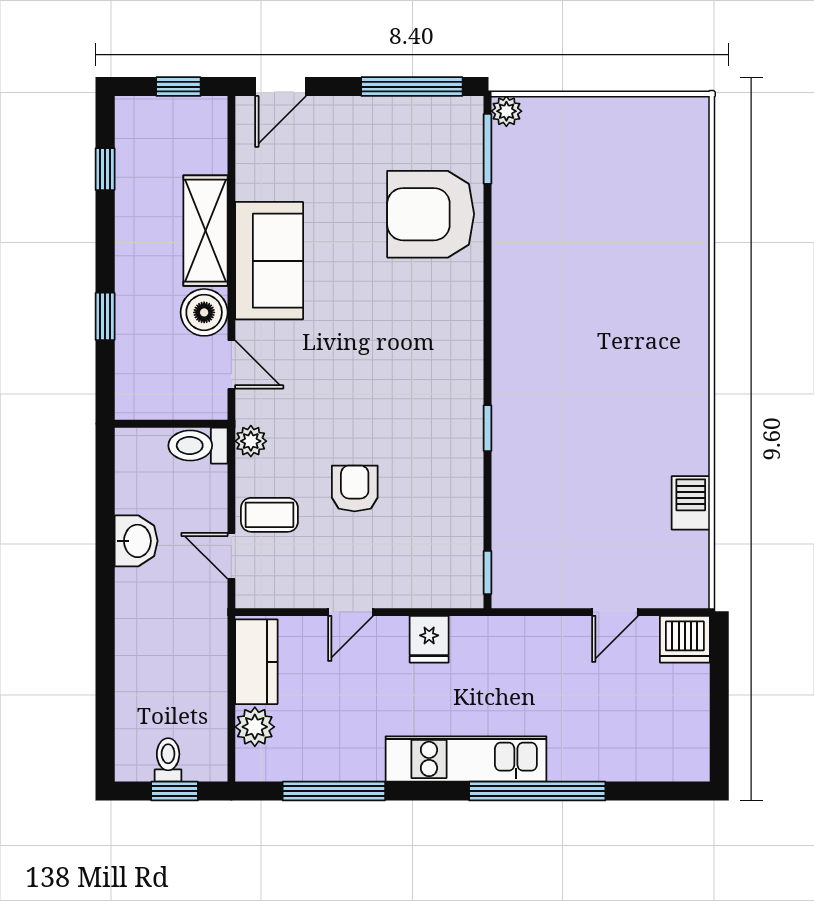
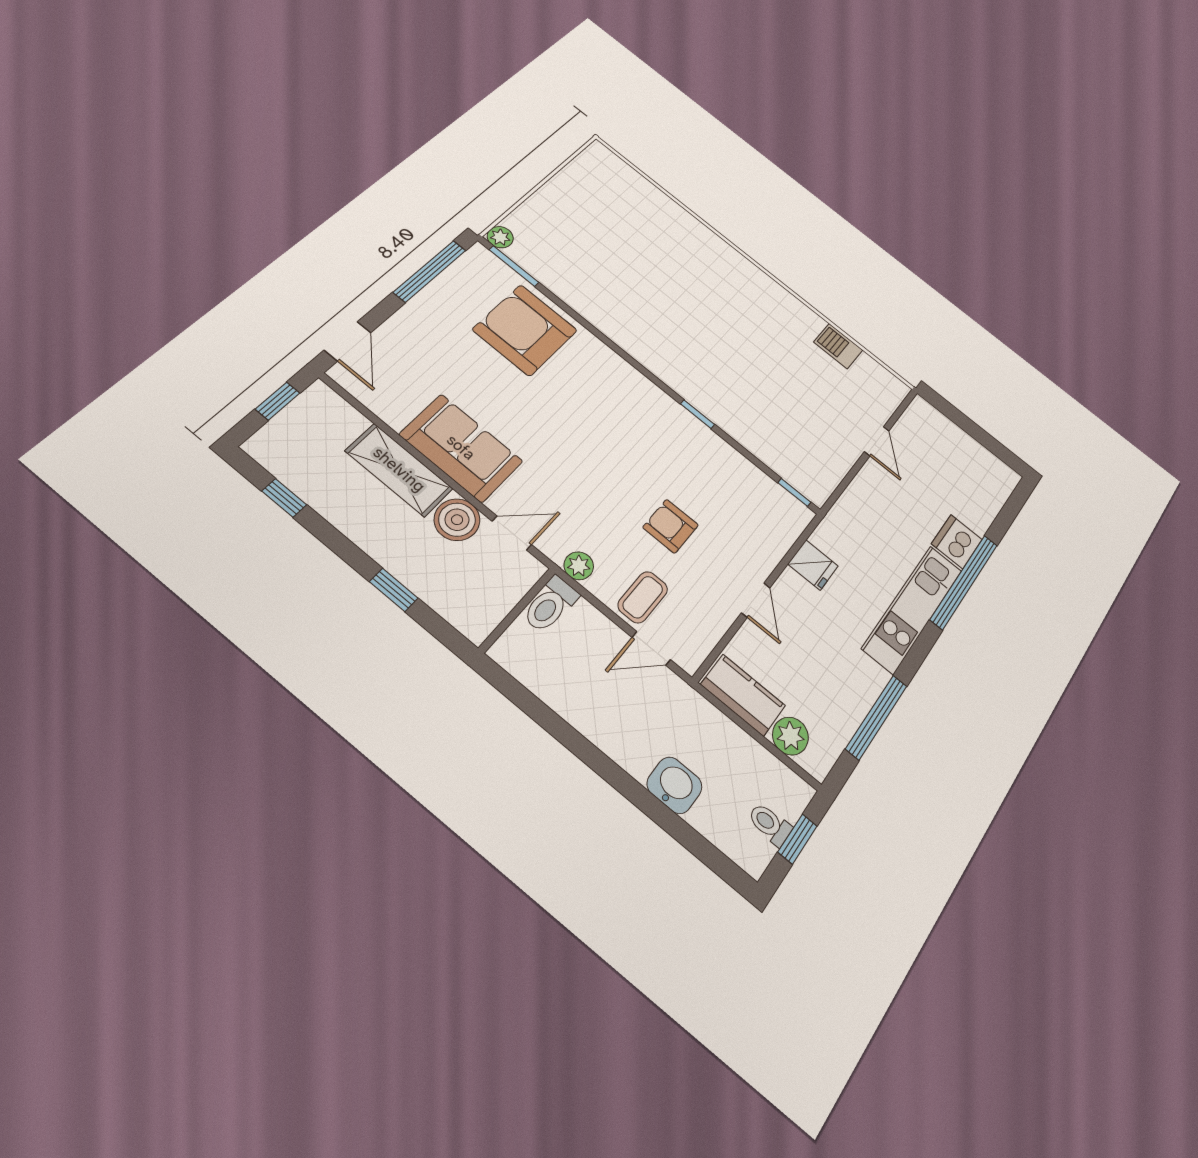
armchair: (431, 214) -> (525, 330), turned 90
washbasin: (136, 541) -> (675, 785), moved
dishwasher: (685, 639) -> (957, 542), moved, turned 180

